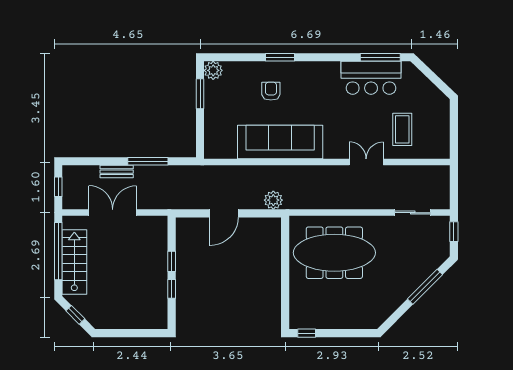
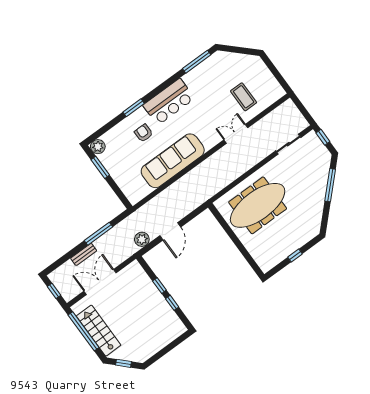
bar counter: (371, 78) -> (169, 102), moved
plant: (273, 200) -> (142, 239), moved
window: (307, 333) -> (295, 255), moved

